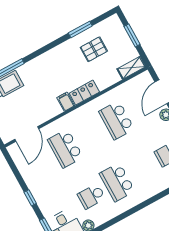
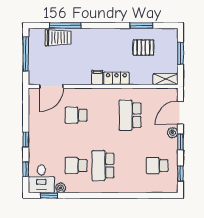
school desk: (65, 149) -> (76, 115), width x0.54

